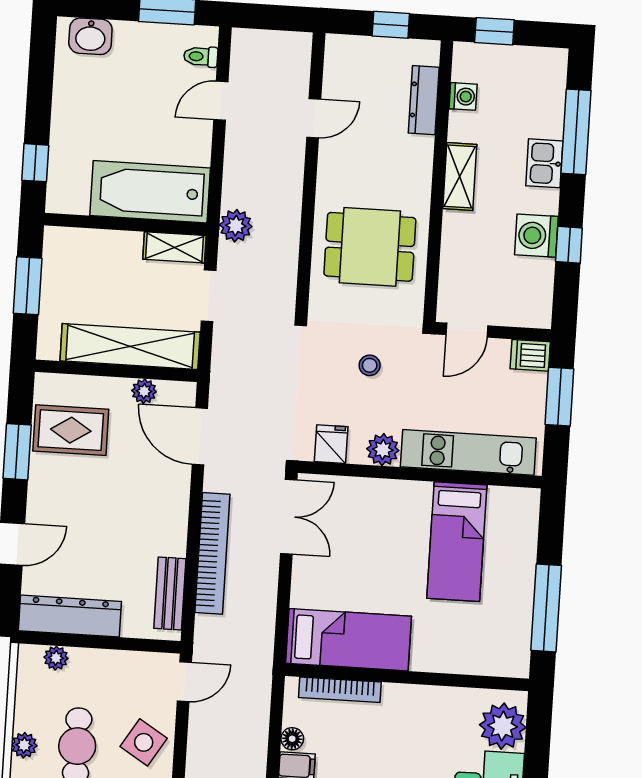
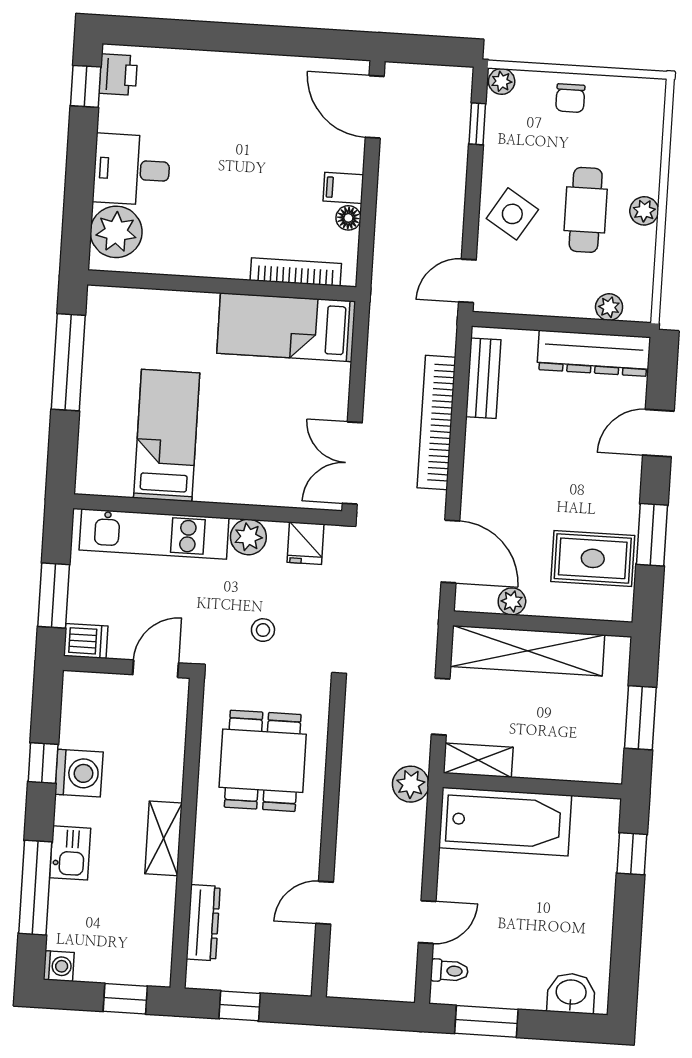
washing machine: (463, 96) -> (59, 966), moved, turned 180
dining table: (370, 247) -> (263, 761), turned 90

